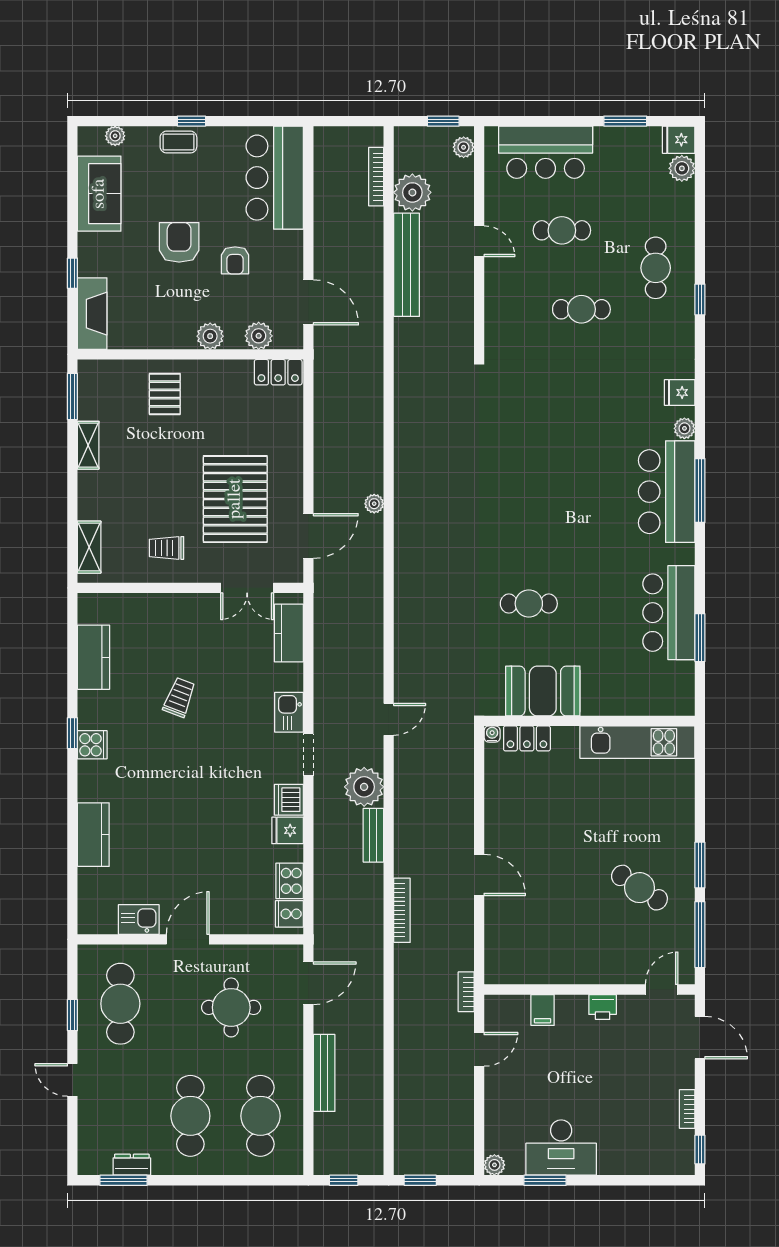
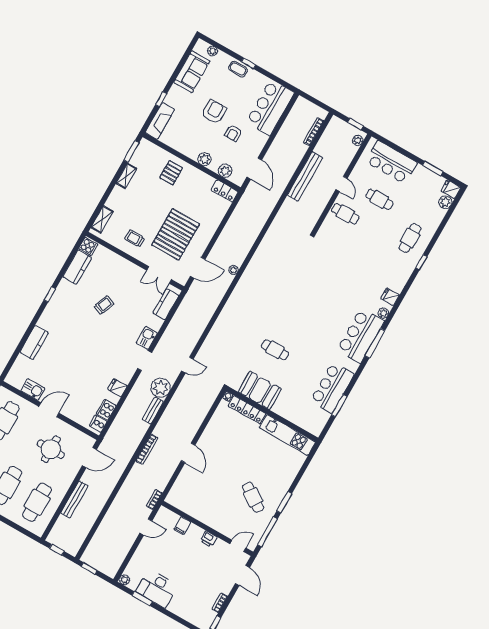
plant: (412, 192) -> (325, 147), removed
cafe table: (581, 309) -> (345, 214), moved
locker: (527, 738) -> (247, 410), width x1.53
cooker: (92, 745) -> (88, 246), moved
dishwasher: (289, 800) -> (126, 375), removed

